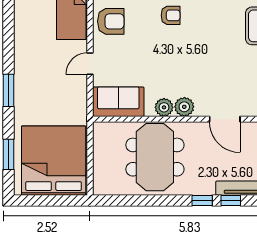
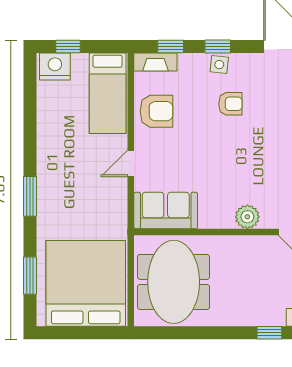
plant: (164, 107) -> (222, 217), removed
meeting table: (155, 157) -> (174, 282), moved

